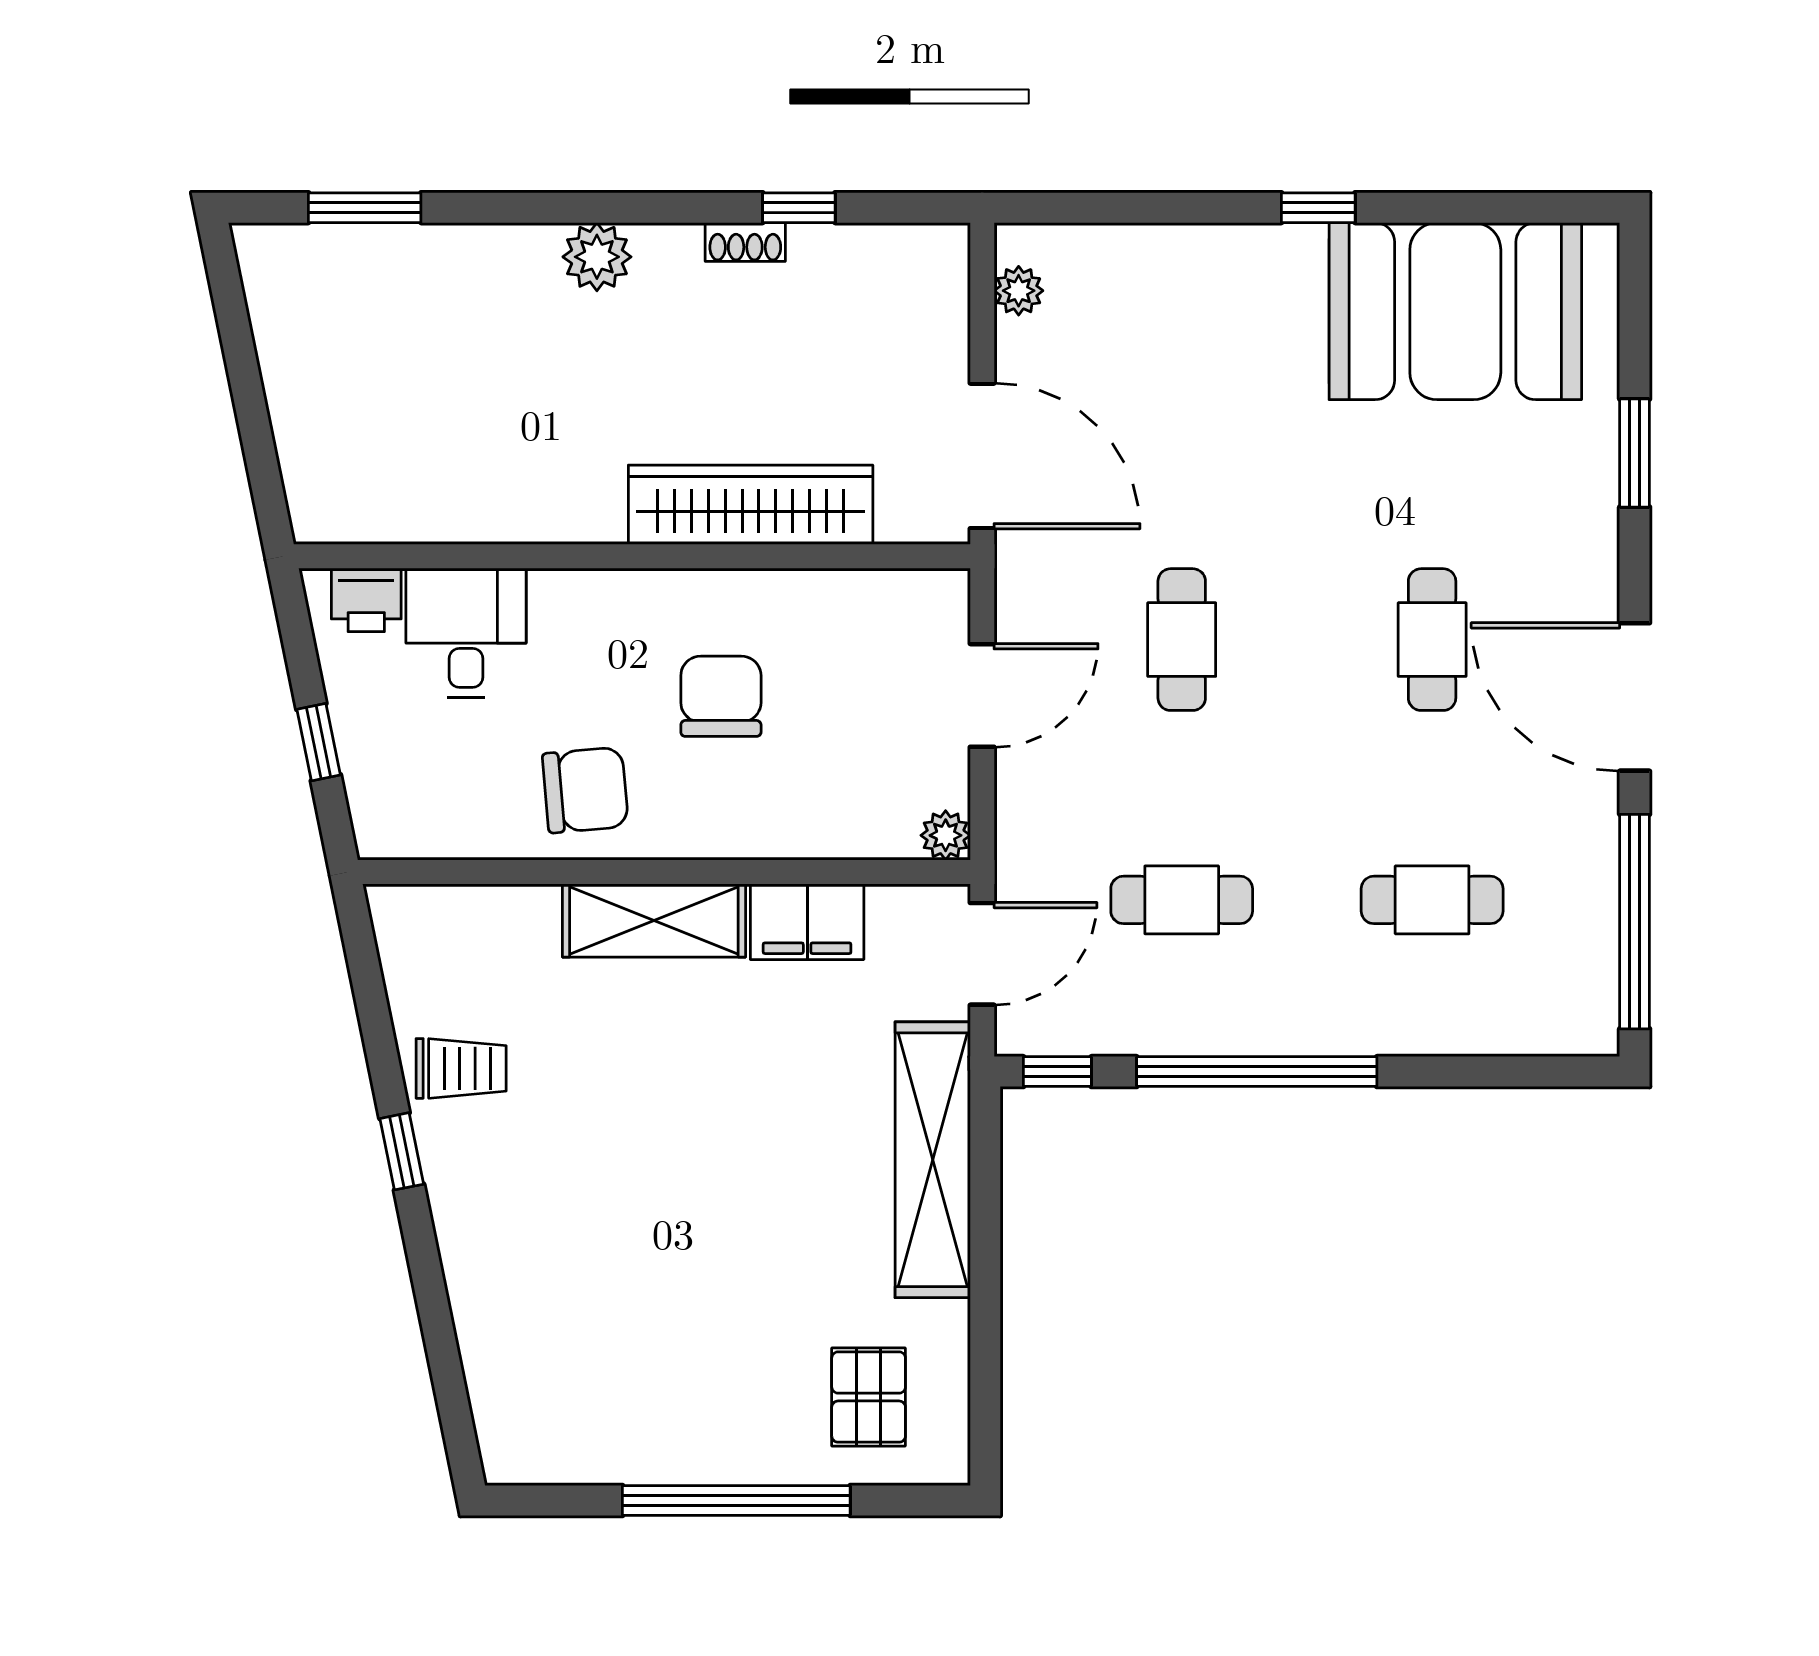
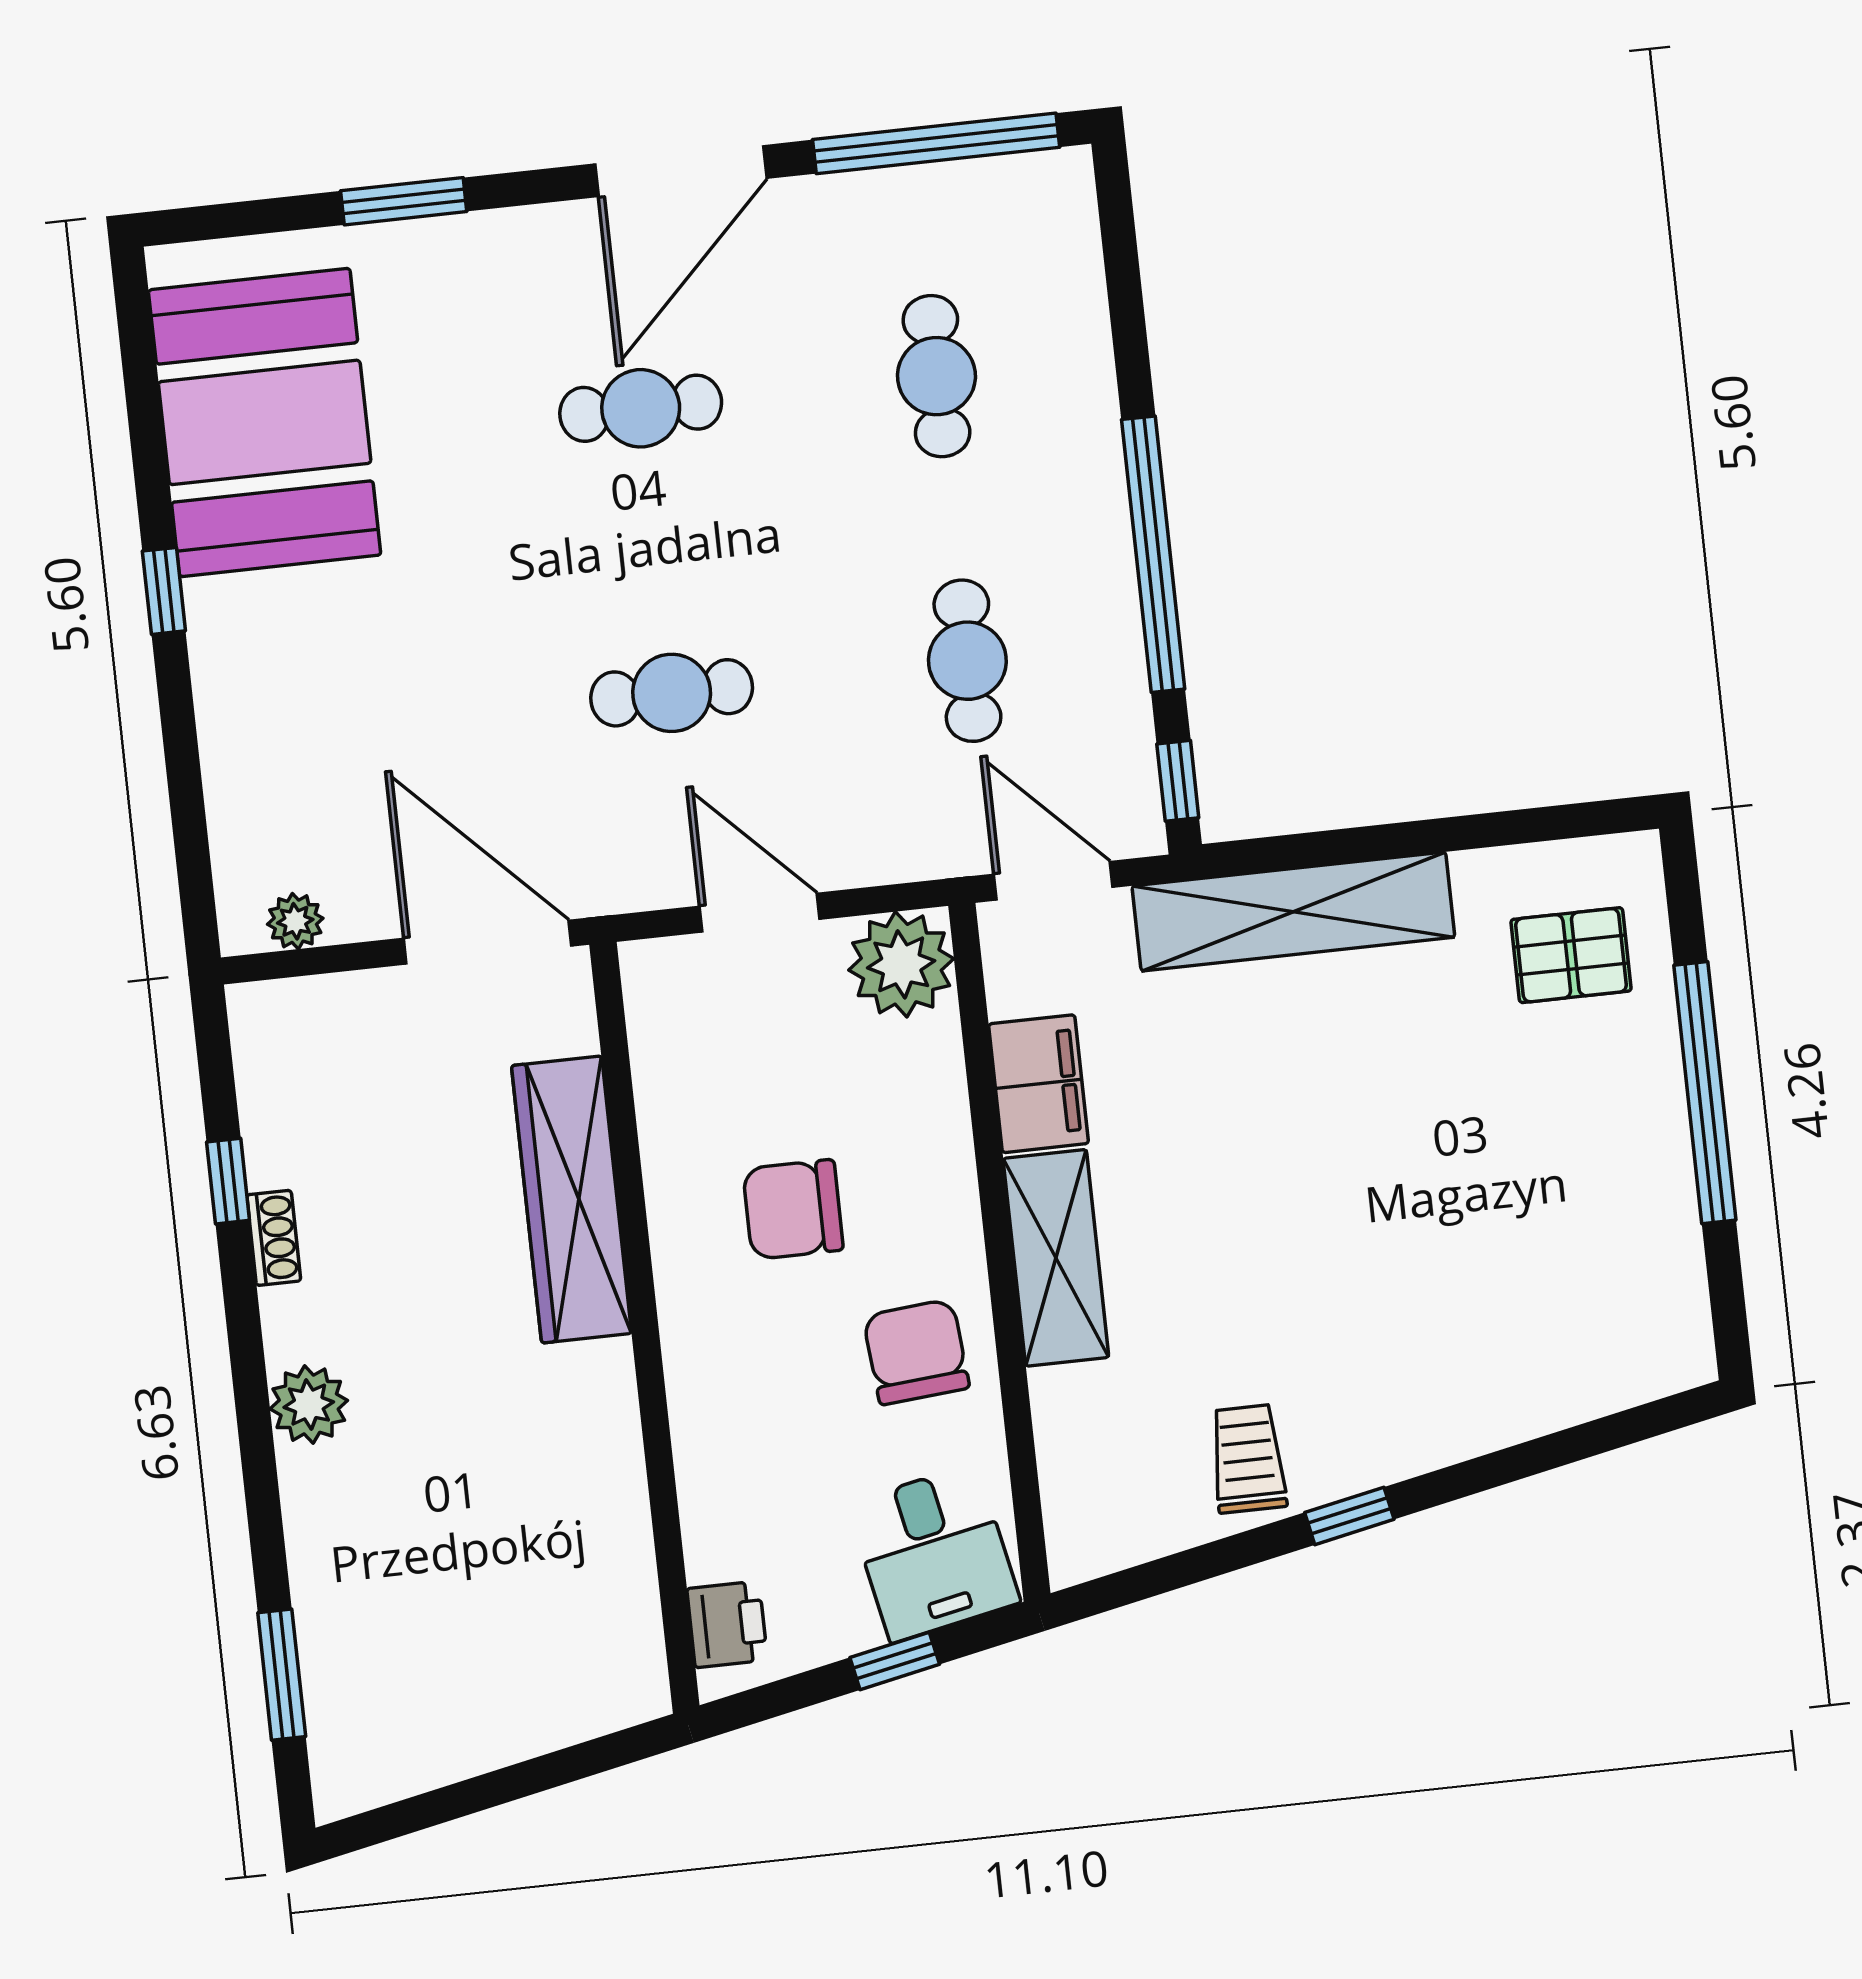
door: (982, 456) -> (488, 942), hinge flipped
desk: (466, 633) -> (934, 1553), moved, turned -101
plant: (946, 835) -> (901, 964), width x1.88, depth x1.88

